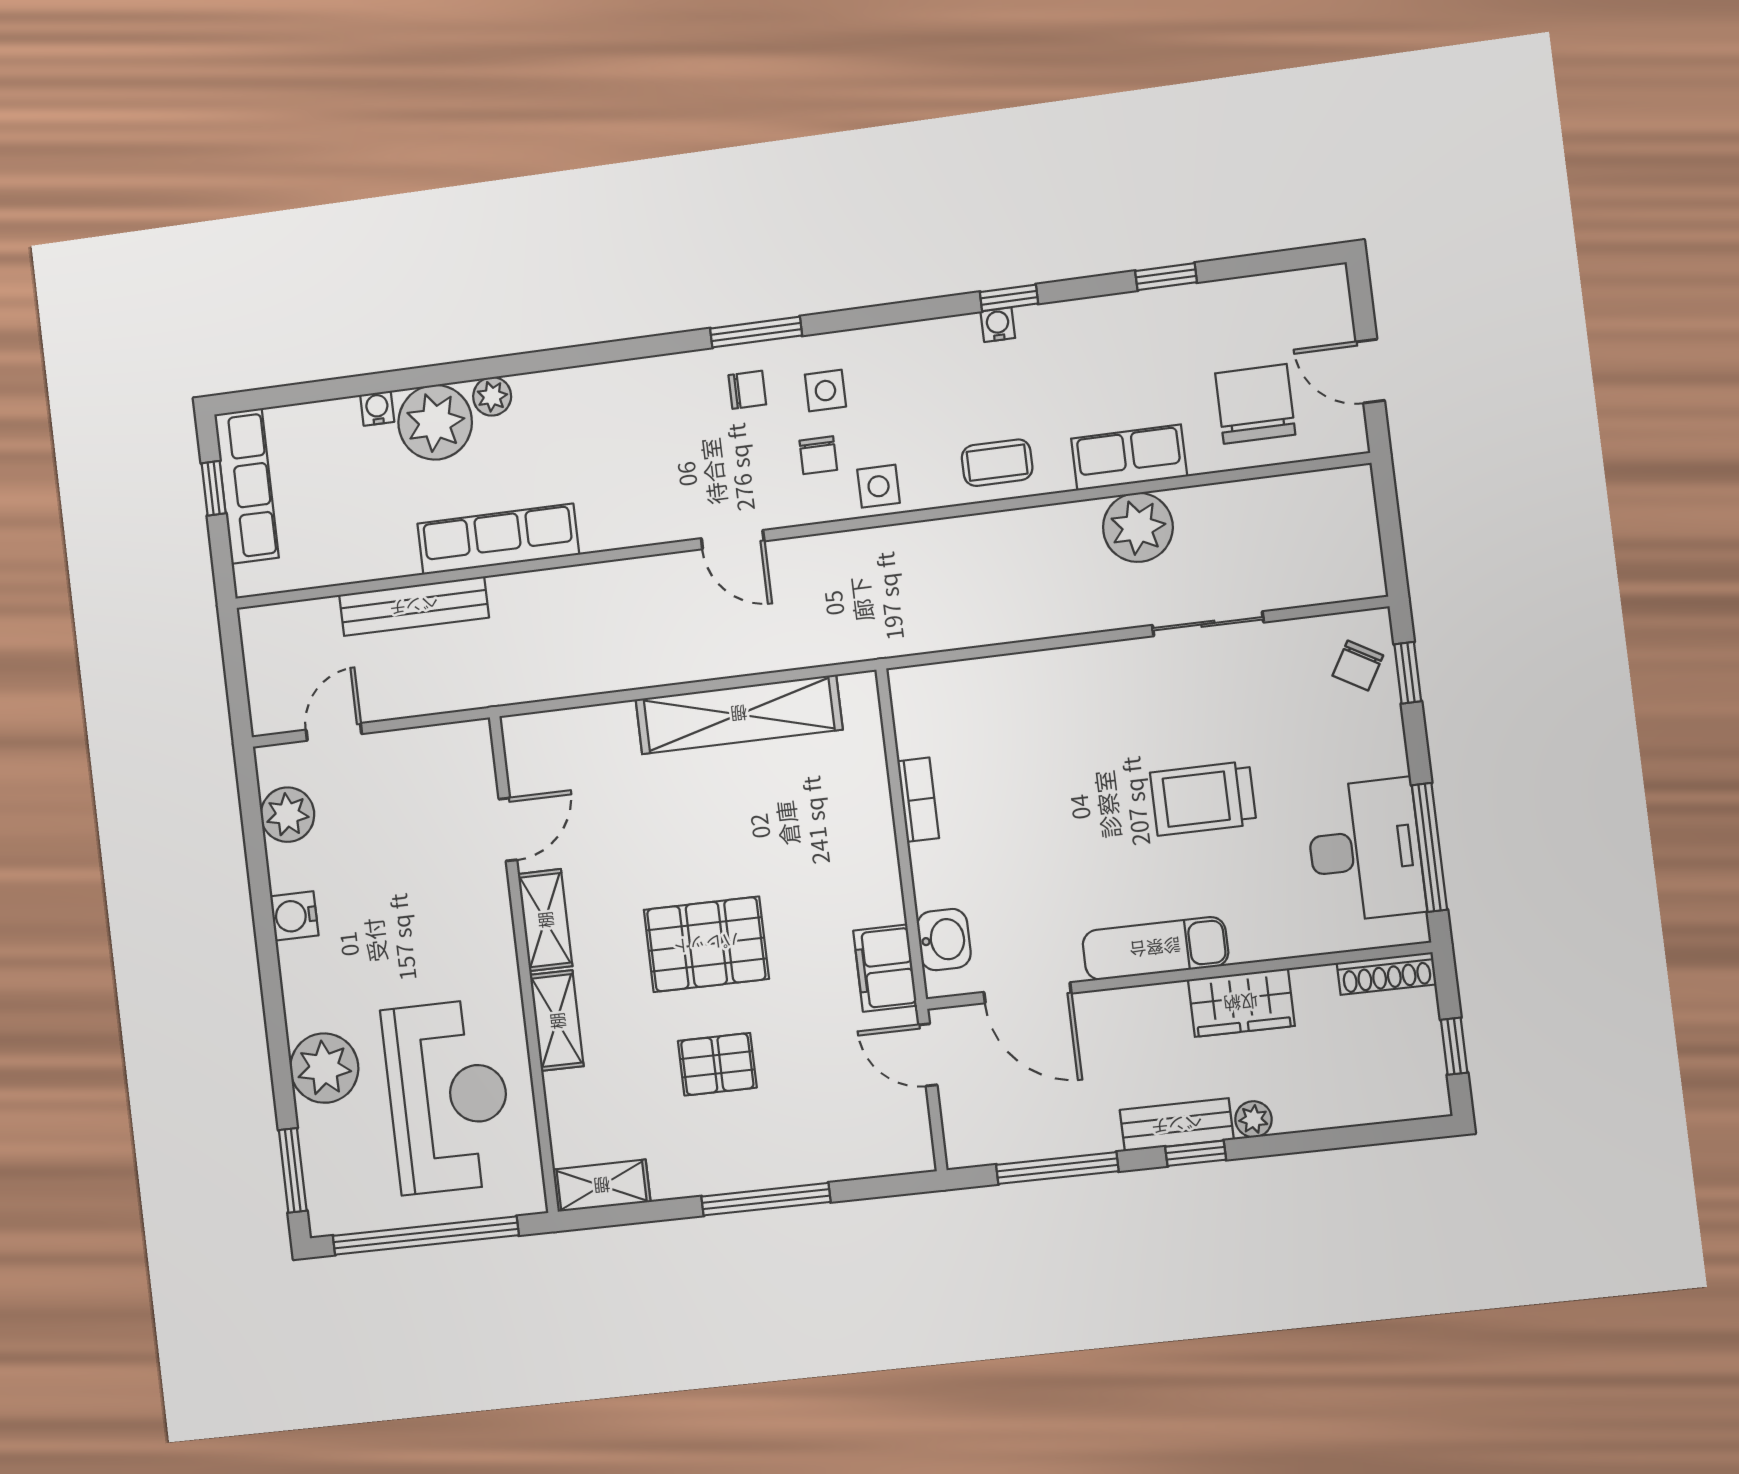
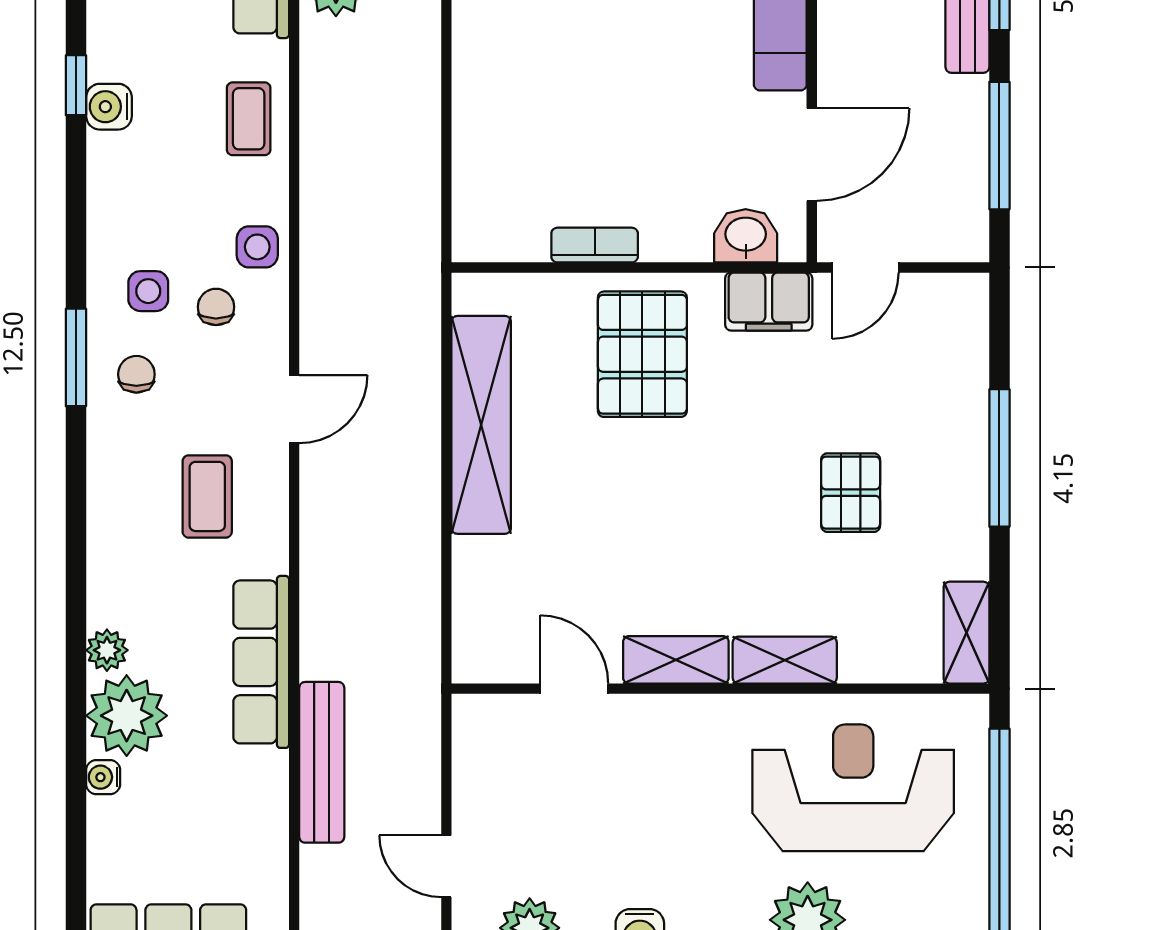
water cooler: (998, 325) -> (109, 107), width x1.38, depth x1.38
chair: (818, 455) -> (216, 307), turned -90
coffee table: (643, 470) -> (207, 496), added
pallet: (706, 944) -> (642, 354), moved

